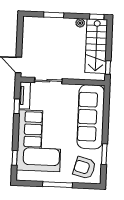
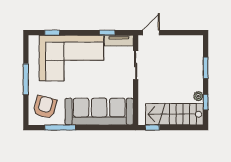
window: (97, 17) -> (206, 102), moved
window: (104, 154) -> (60, 128), width x1.44

